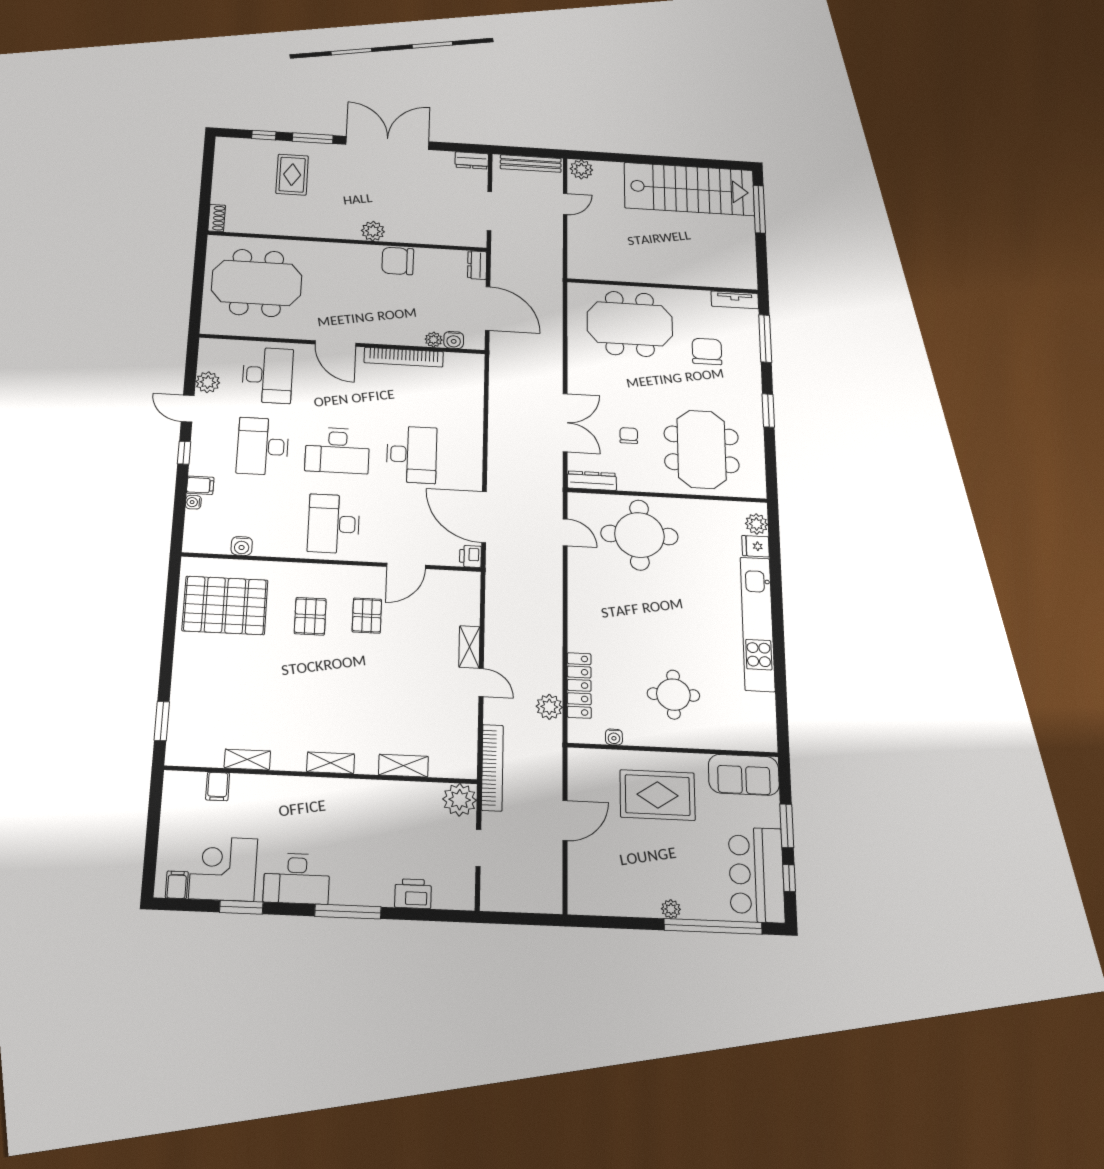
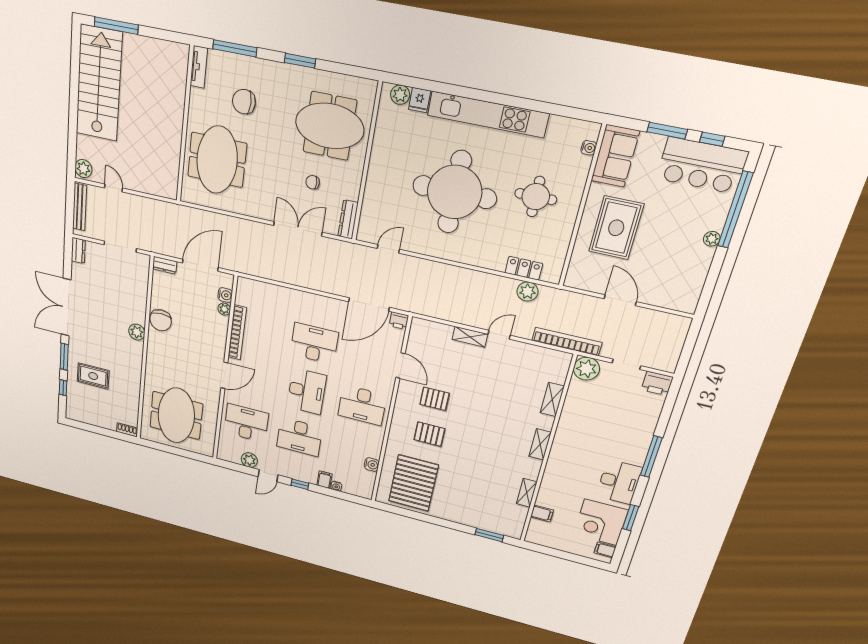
round table: (639, 535) -> (455, 192), moved, width x1.36, depth x1.36
locker: (579, 685) -> (524, 268), width x0.66
water cooler: (614, 737) -> (589, 148), moved
printer: (413, 894) -> (657, 383), moved, turned -90

